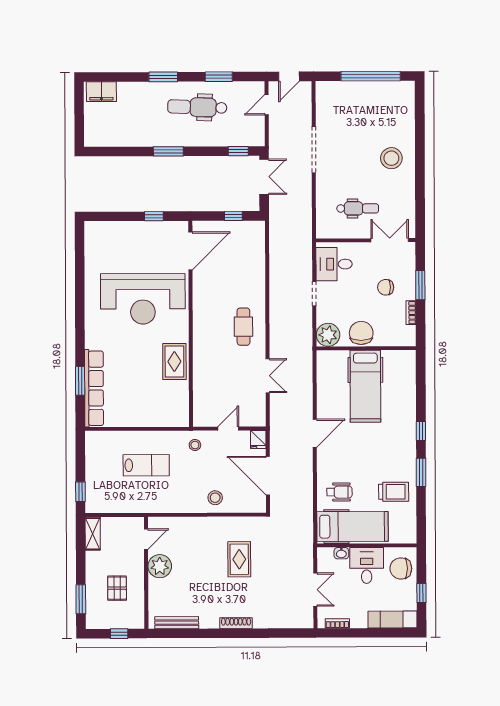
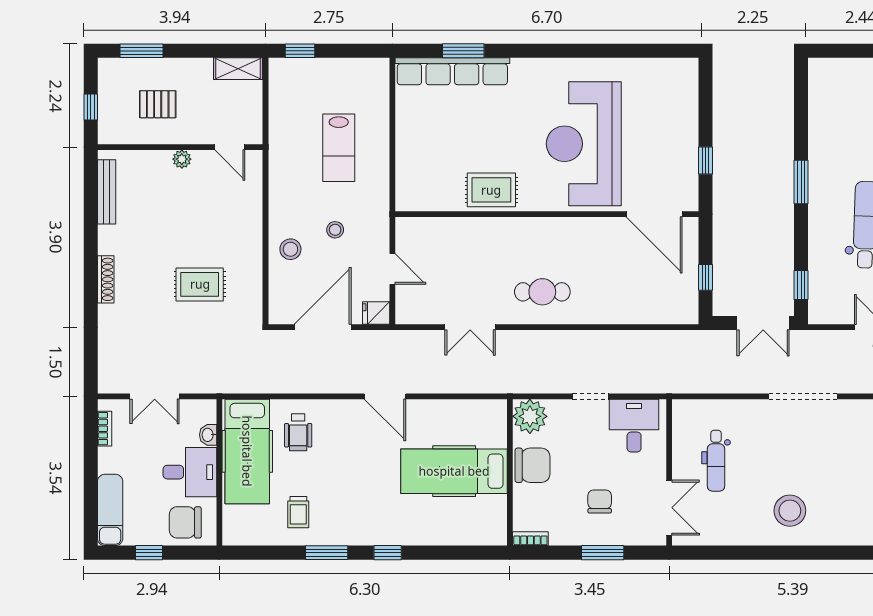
bookcase: (411, 313) -> (530, 539), moved
stool: (195, 445) -> (335, 230), moved
trolley: (394, 492) -> (298, 512), width x0.73, depth x0.72
plant: (160, 566) -> (182, 159), width x0.53, depth x0.53
chair: (401, 568) -> (185, 522), turned -90

